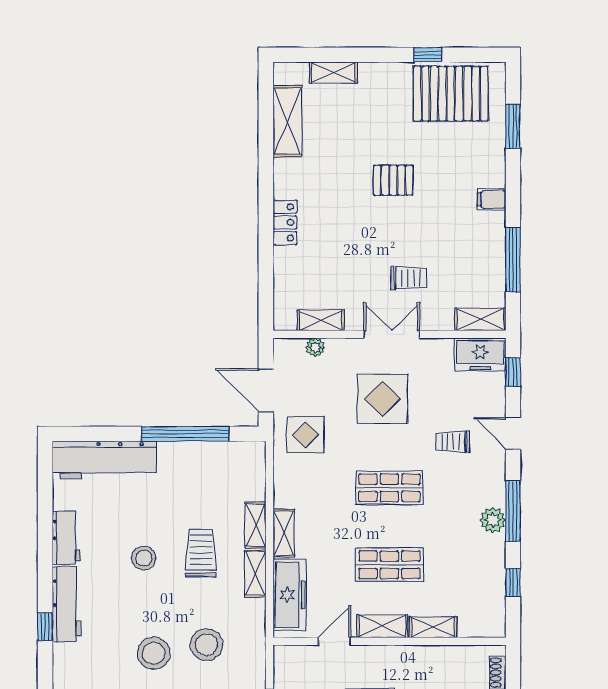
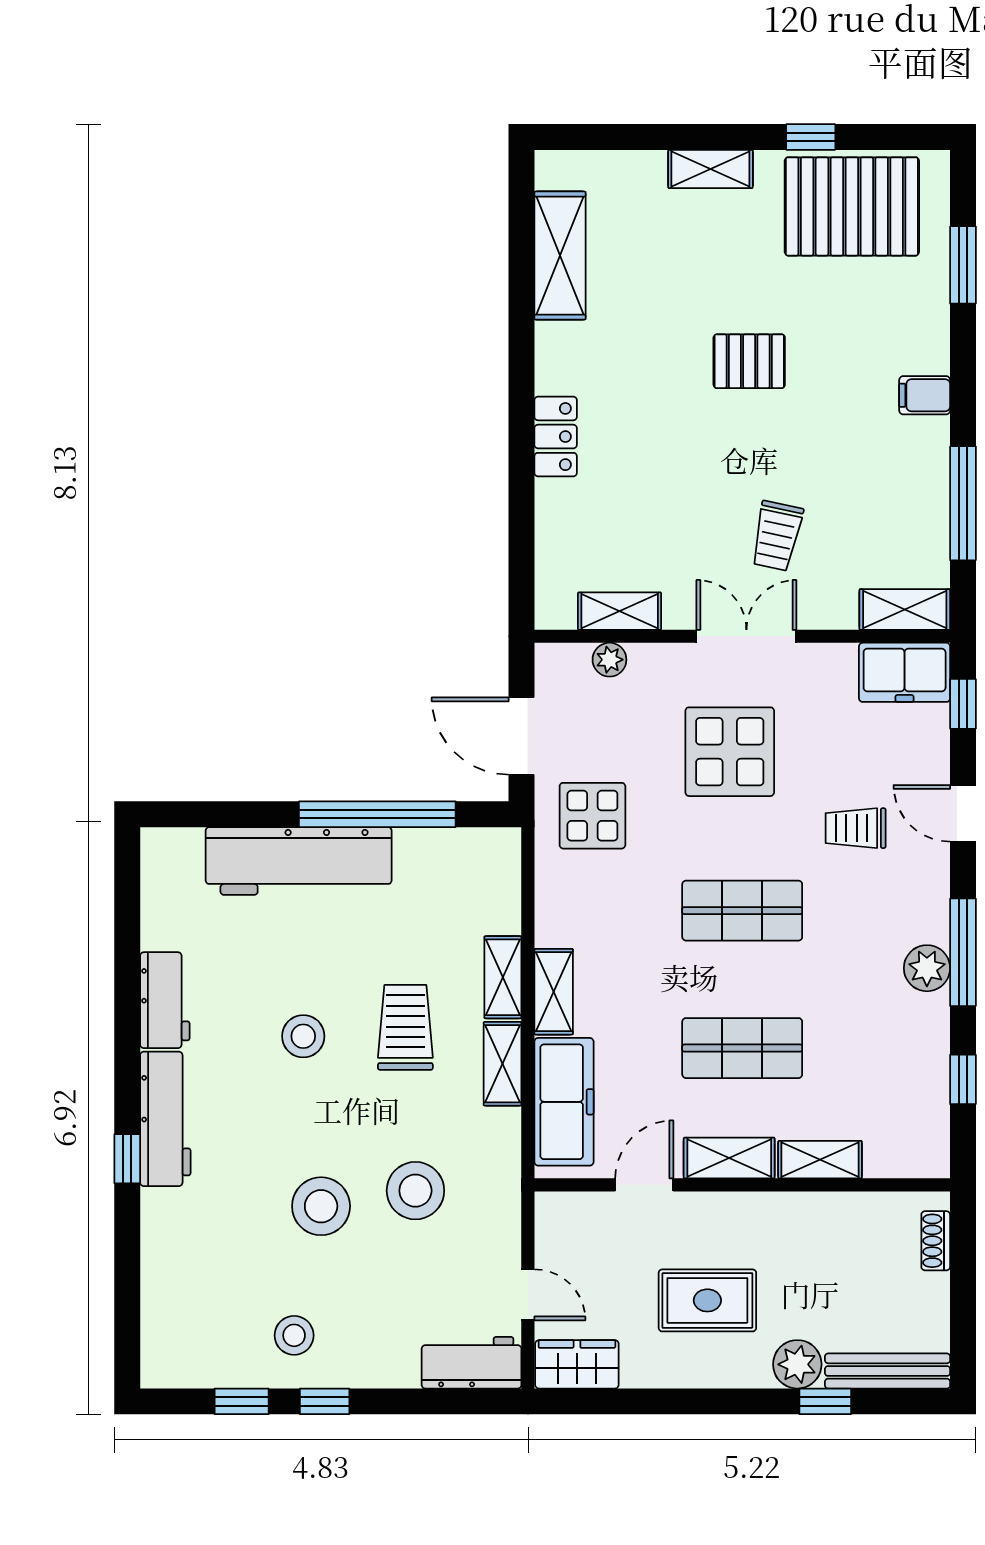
shelving: (333, 73) -> (710, 169), moved
trolley: (409, 278) -> (777, 536), turned 102
workbench: (104, 460) -> (299, 861), moved

